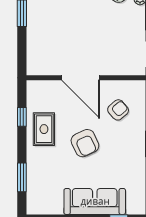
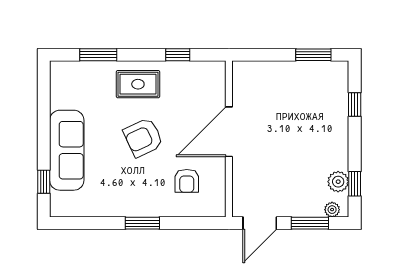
armchair: (118, 110) -> (187, 181), turned 41
rug: (44, 129) -> (138, 84), moved

